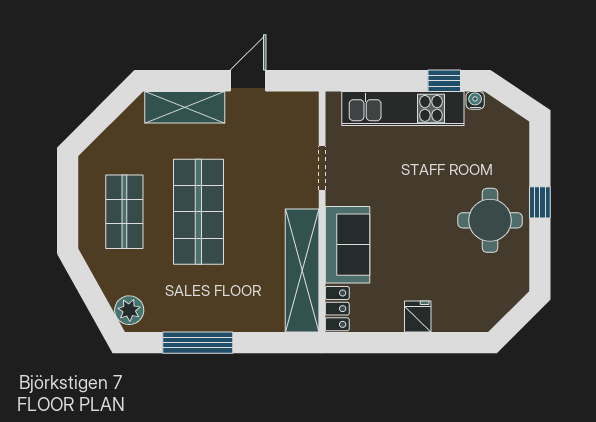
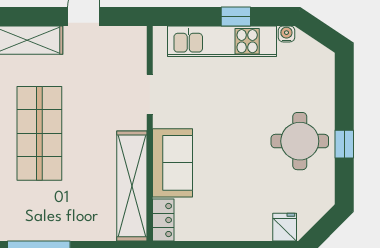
window: (444, 81) -> (236, 16), moved
window: (540, 202) -> (344, 144), moved
fridge: (418, 316) -> (285, 227), moved

